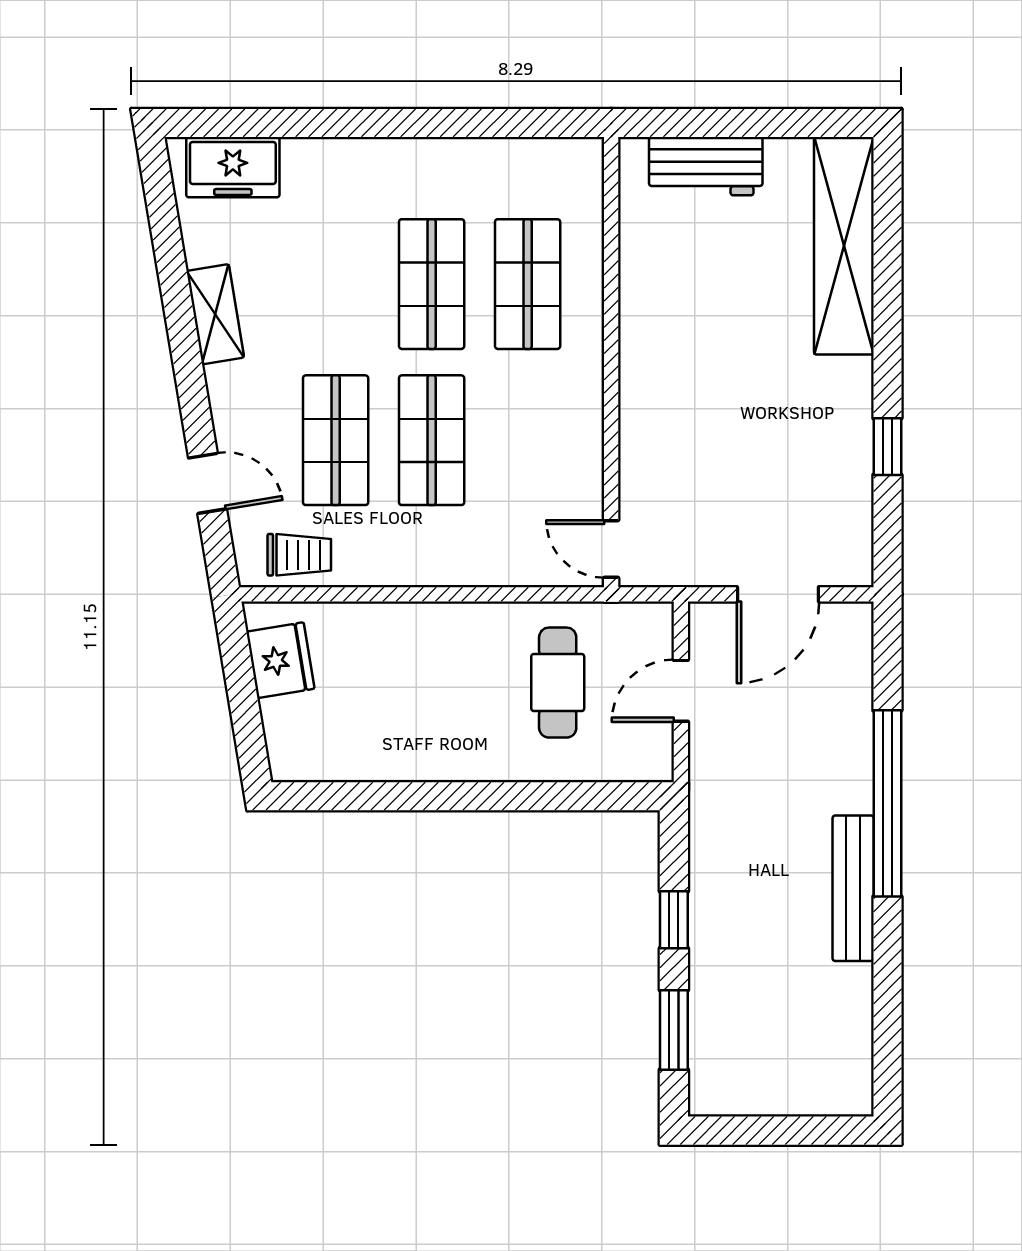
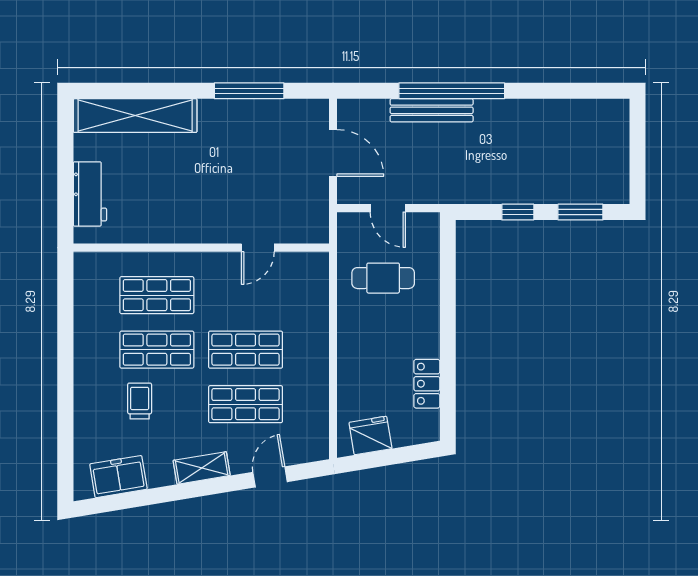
freezer: (233, 167) -> (118, 477), moved, turned -99
shelving: (215, 314) -> (202, 468), moved
window: (887, 447) -> (249, 91), width x2.17
door: (611, 549) -> (258, 248), moved
trolley: (299, 555) -> (140, 401), moved
locker: (372, 760) -> (427, 384), added
bench: (853, 888) -> (432, 110), moved

